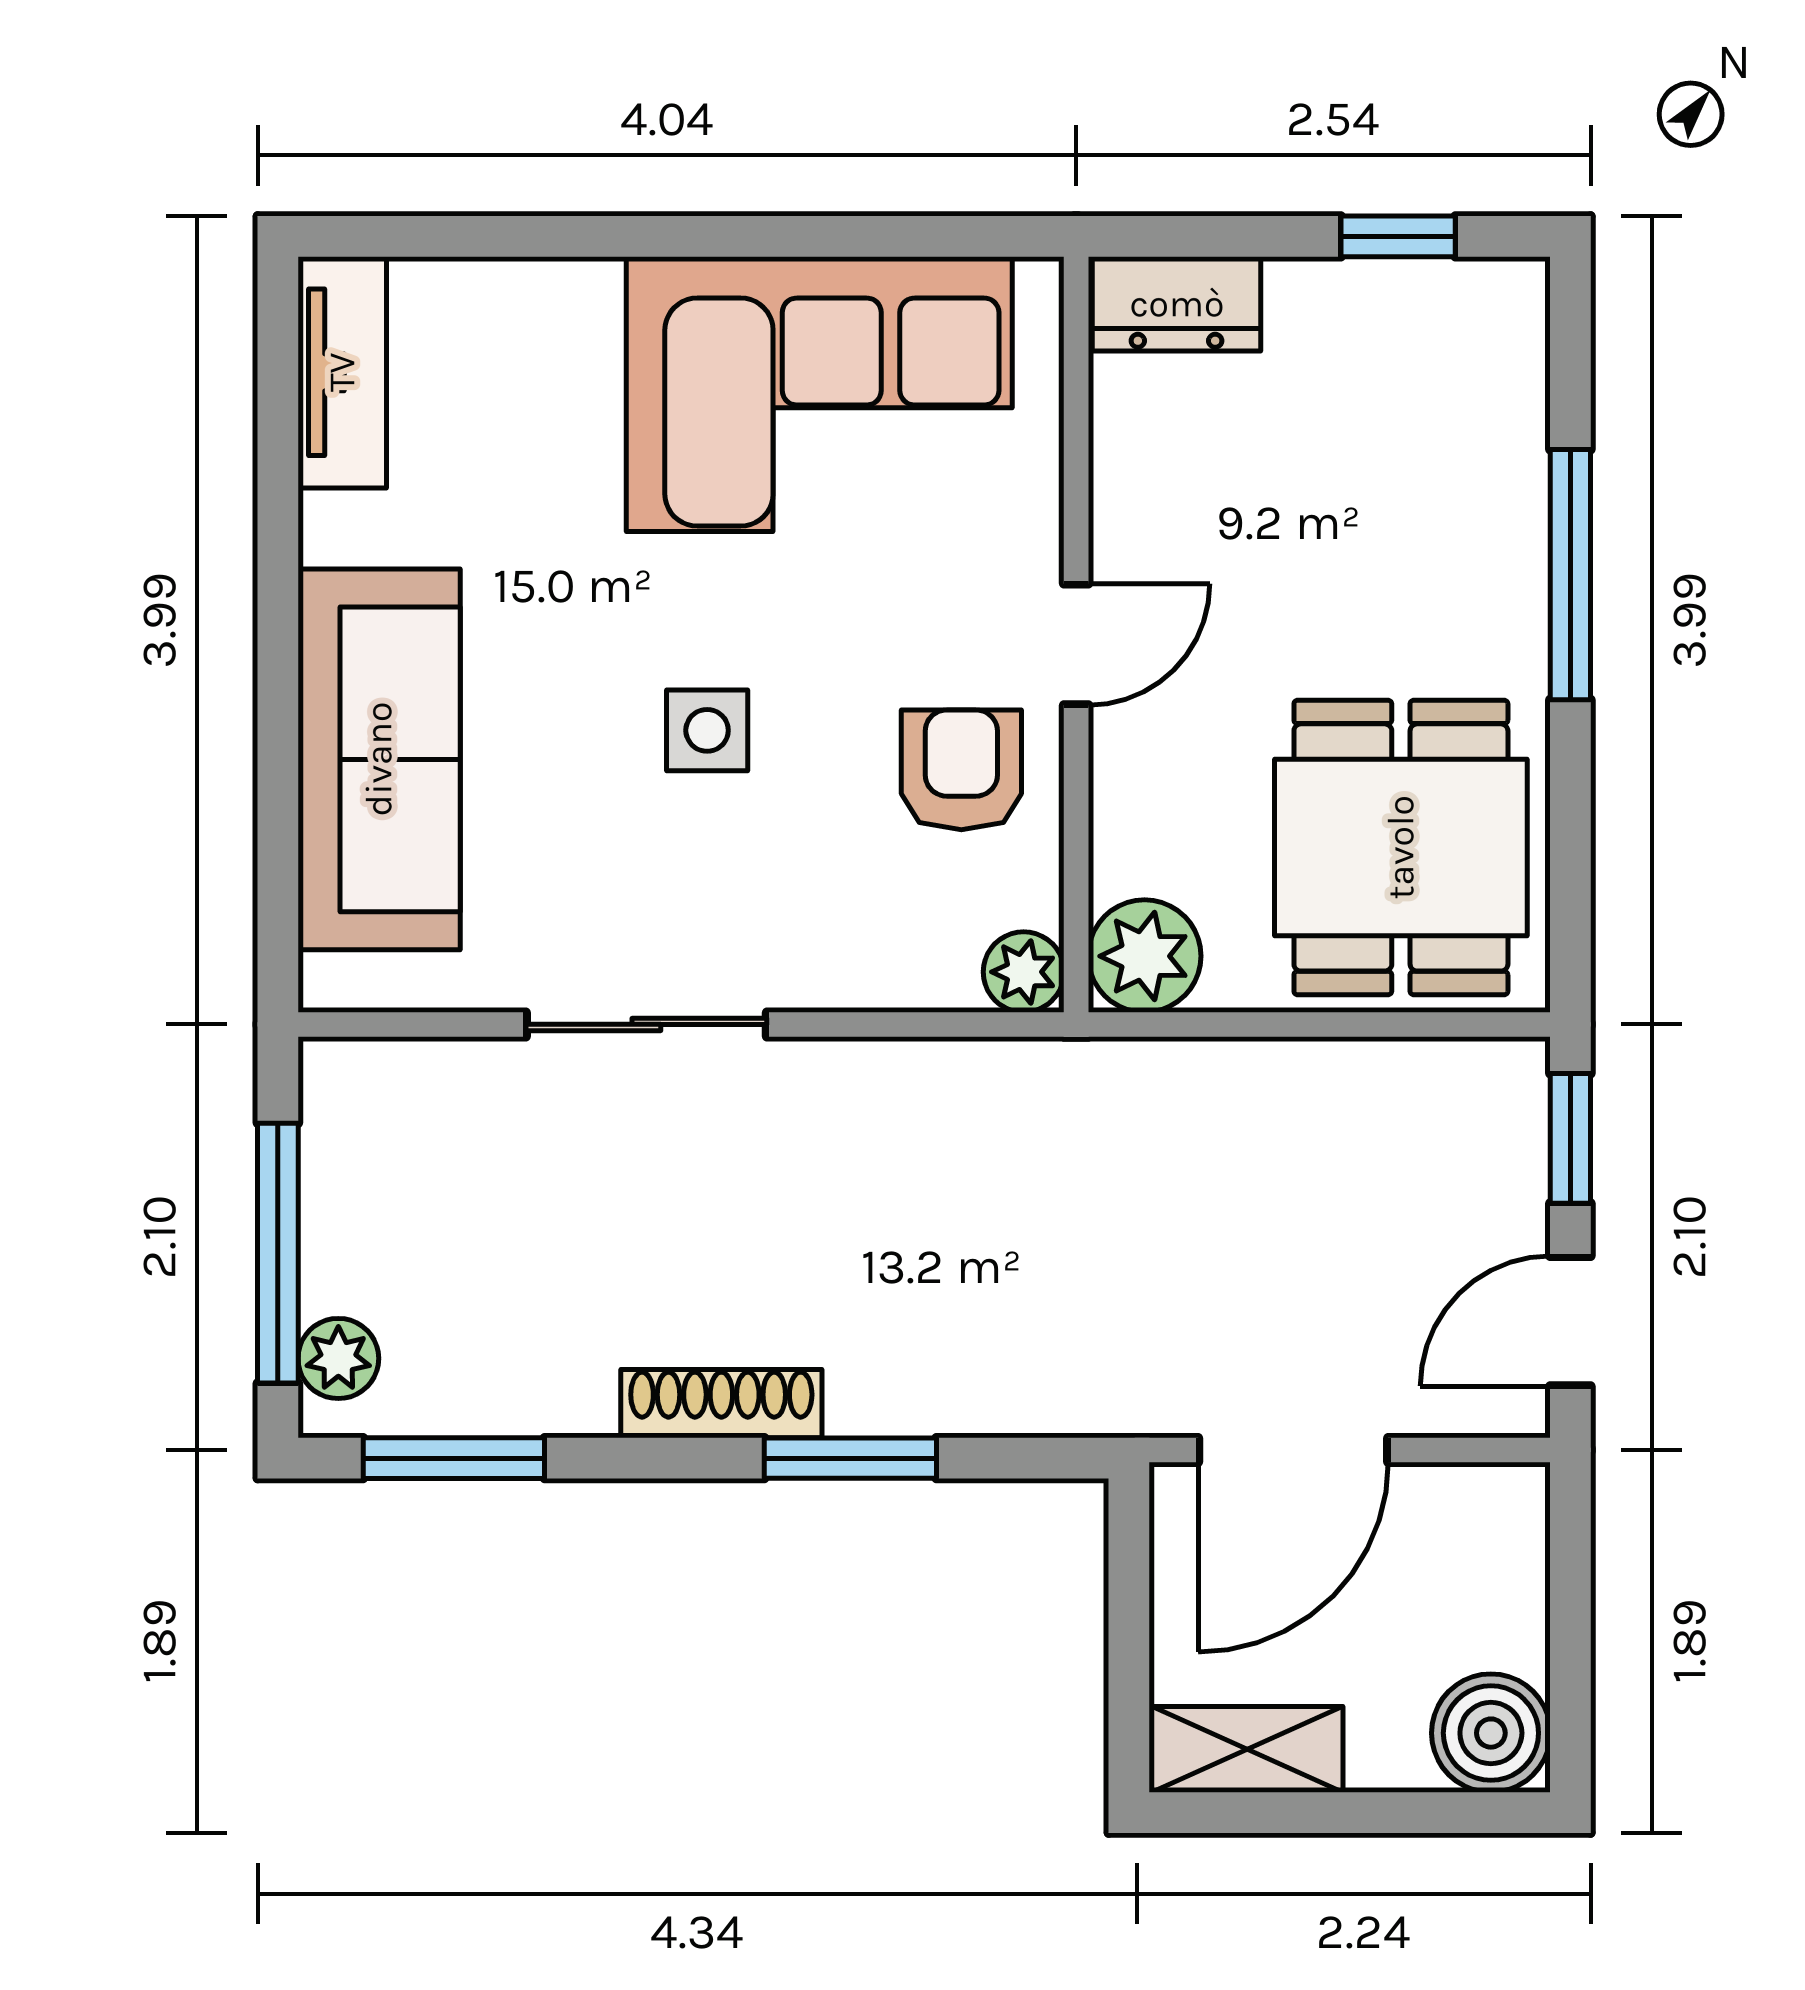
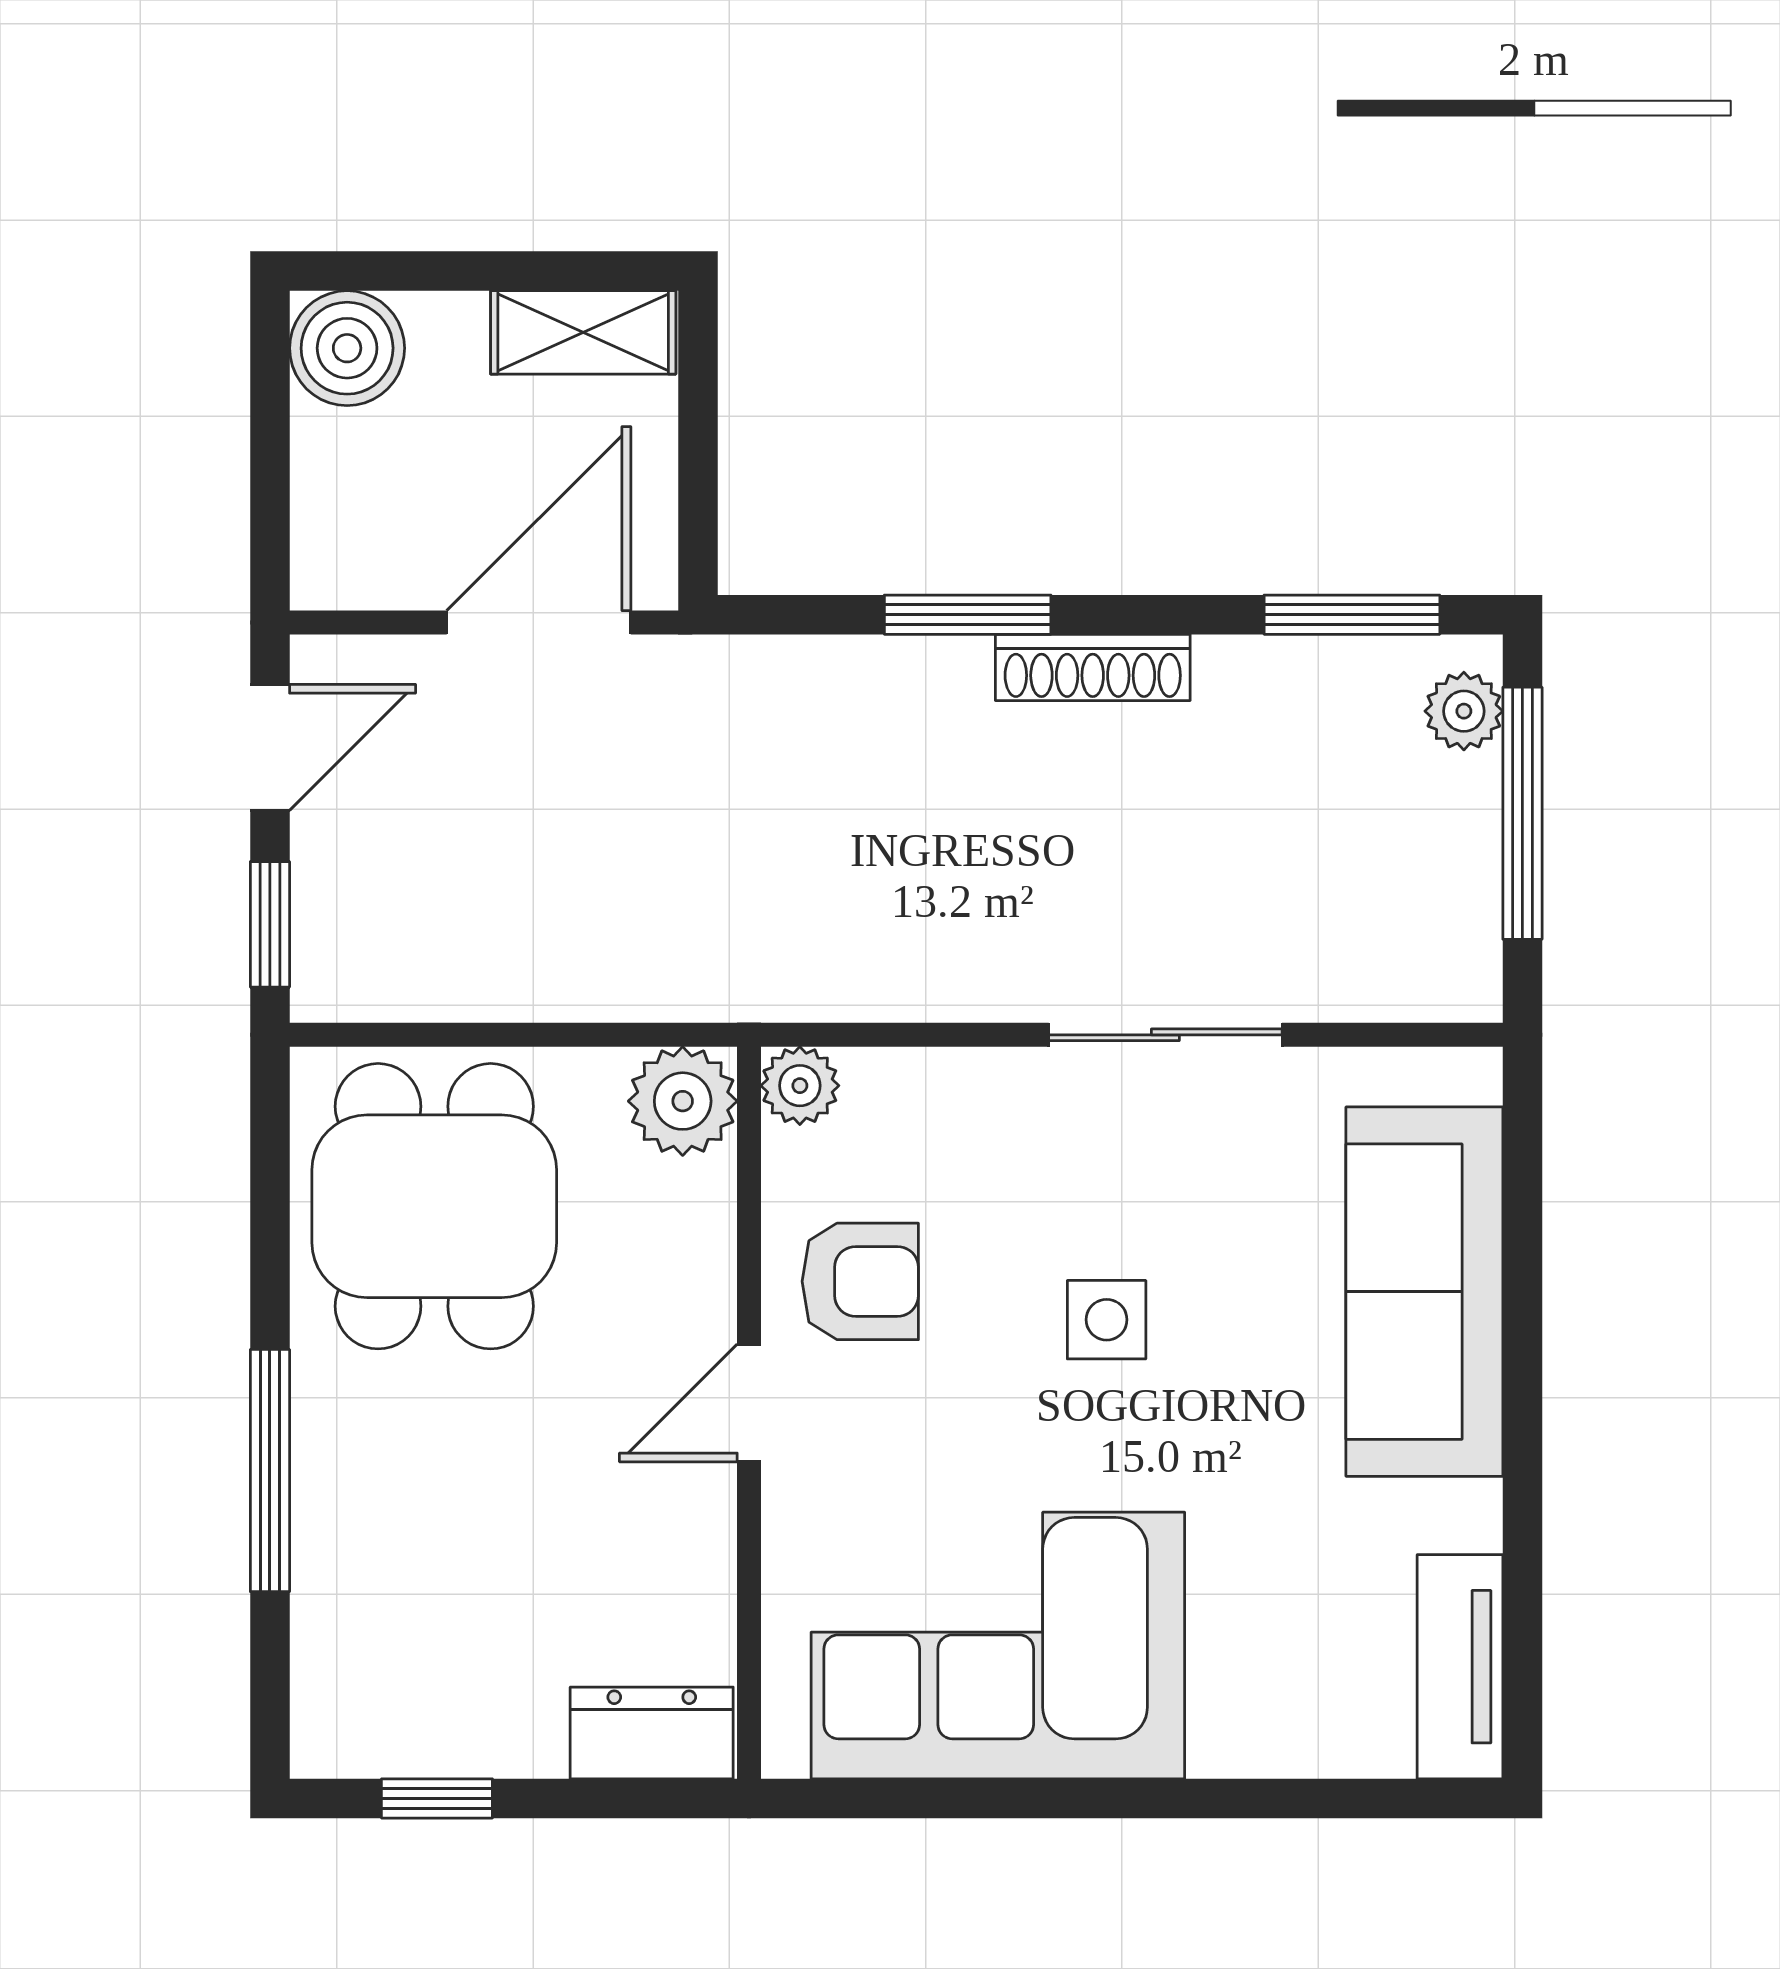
armchair: (961, 770) -> (860, 1281), turned -90

